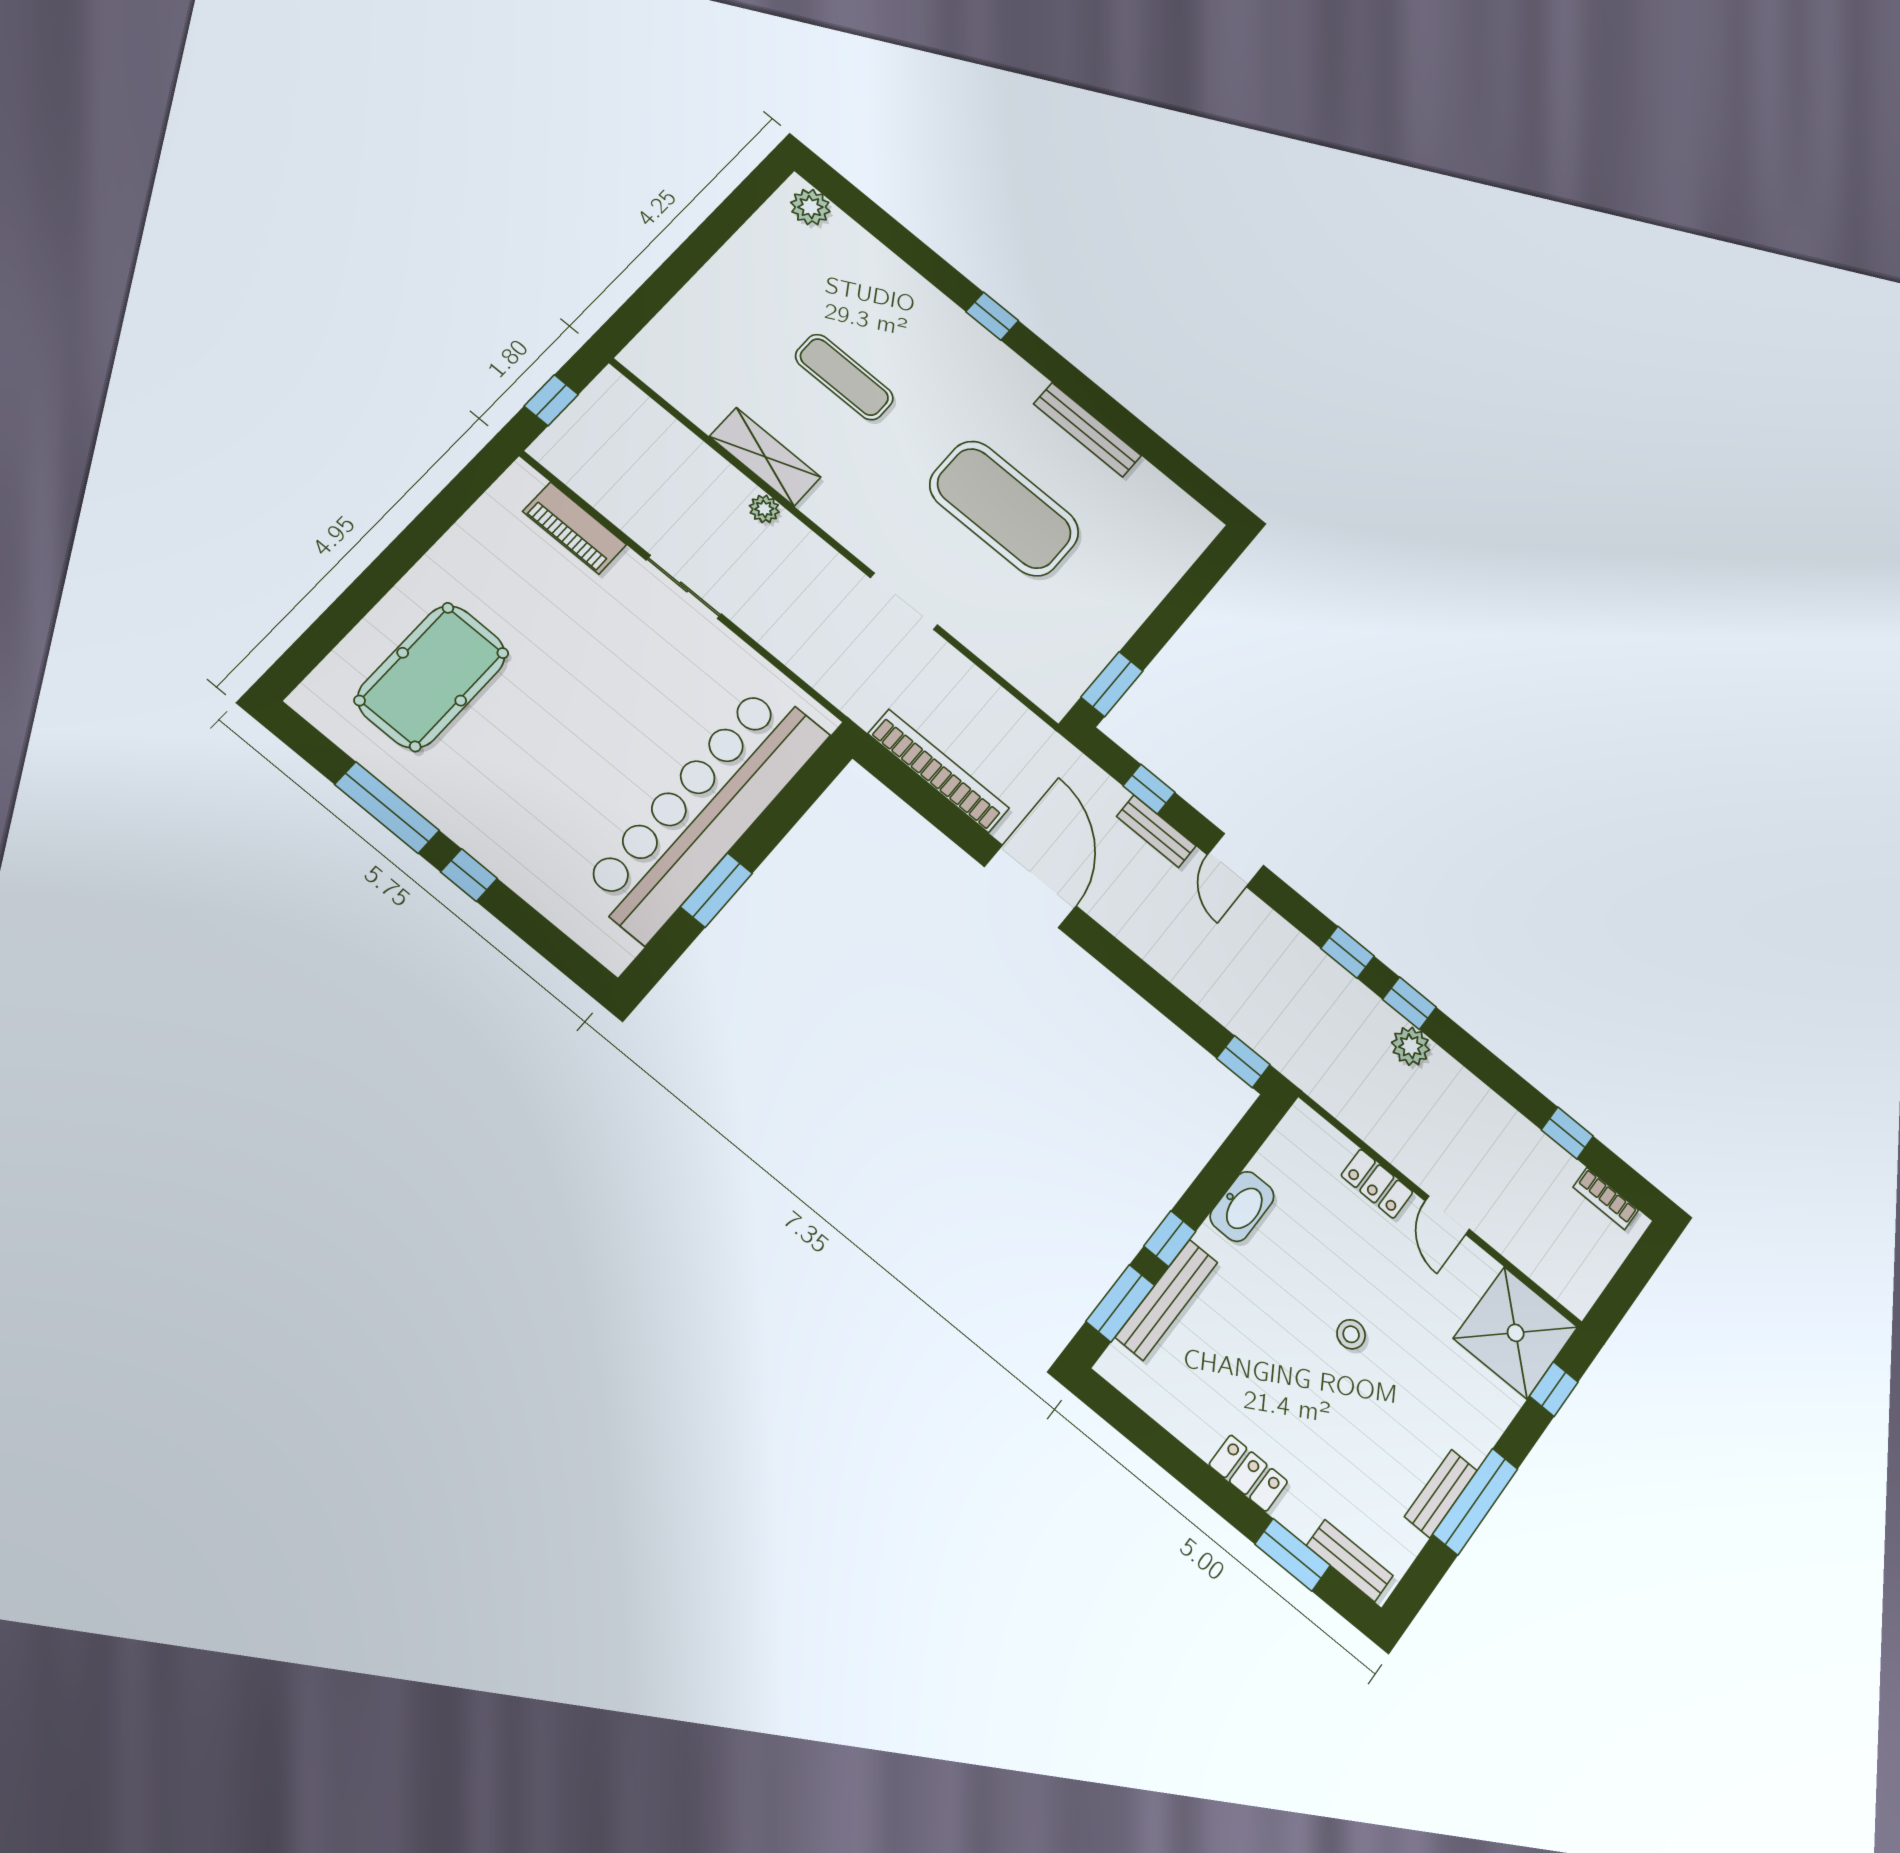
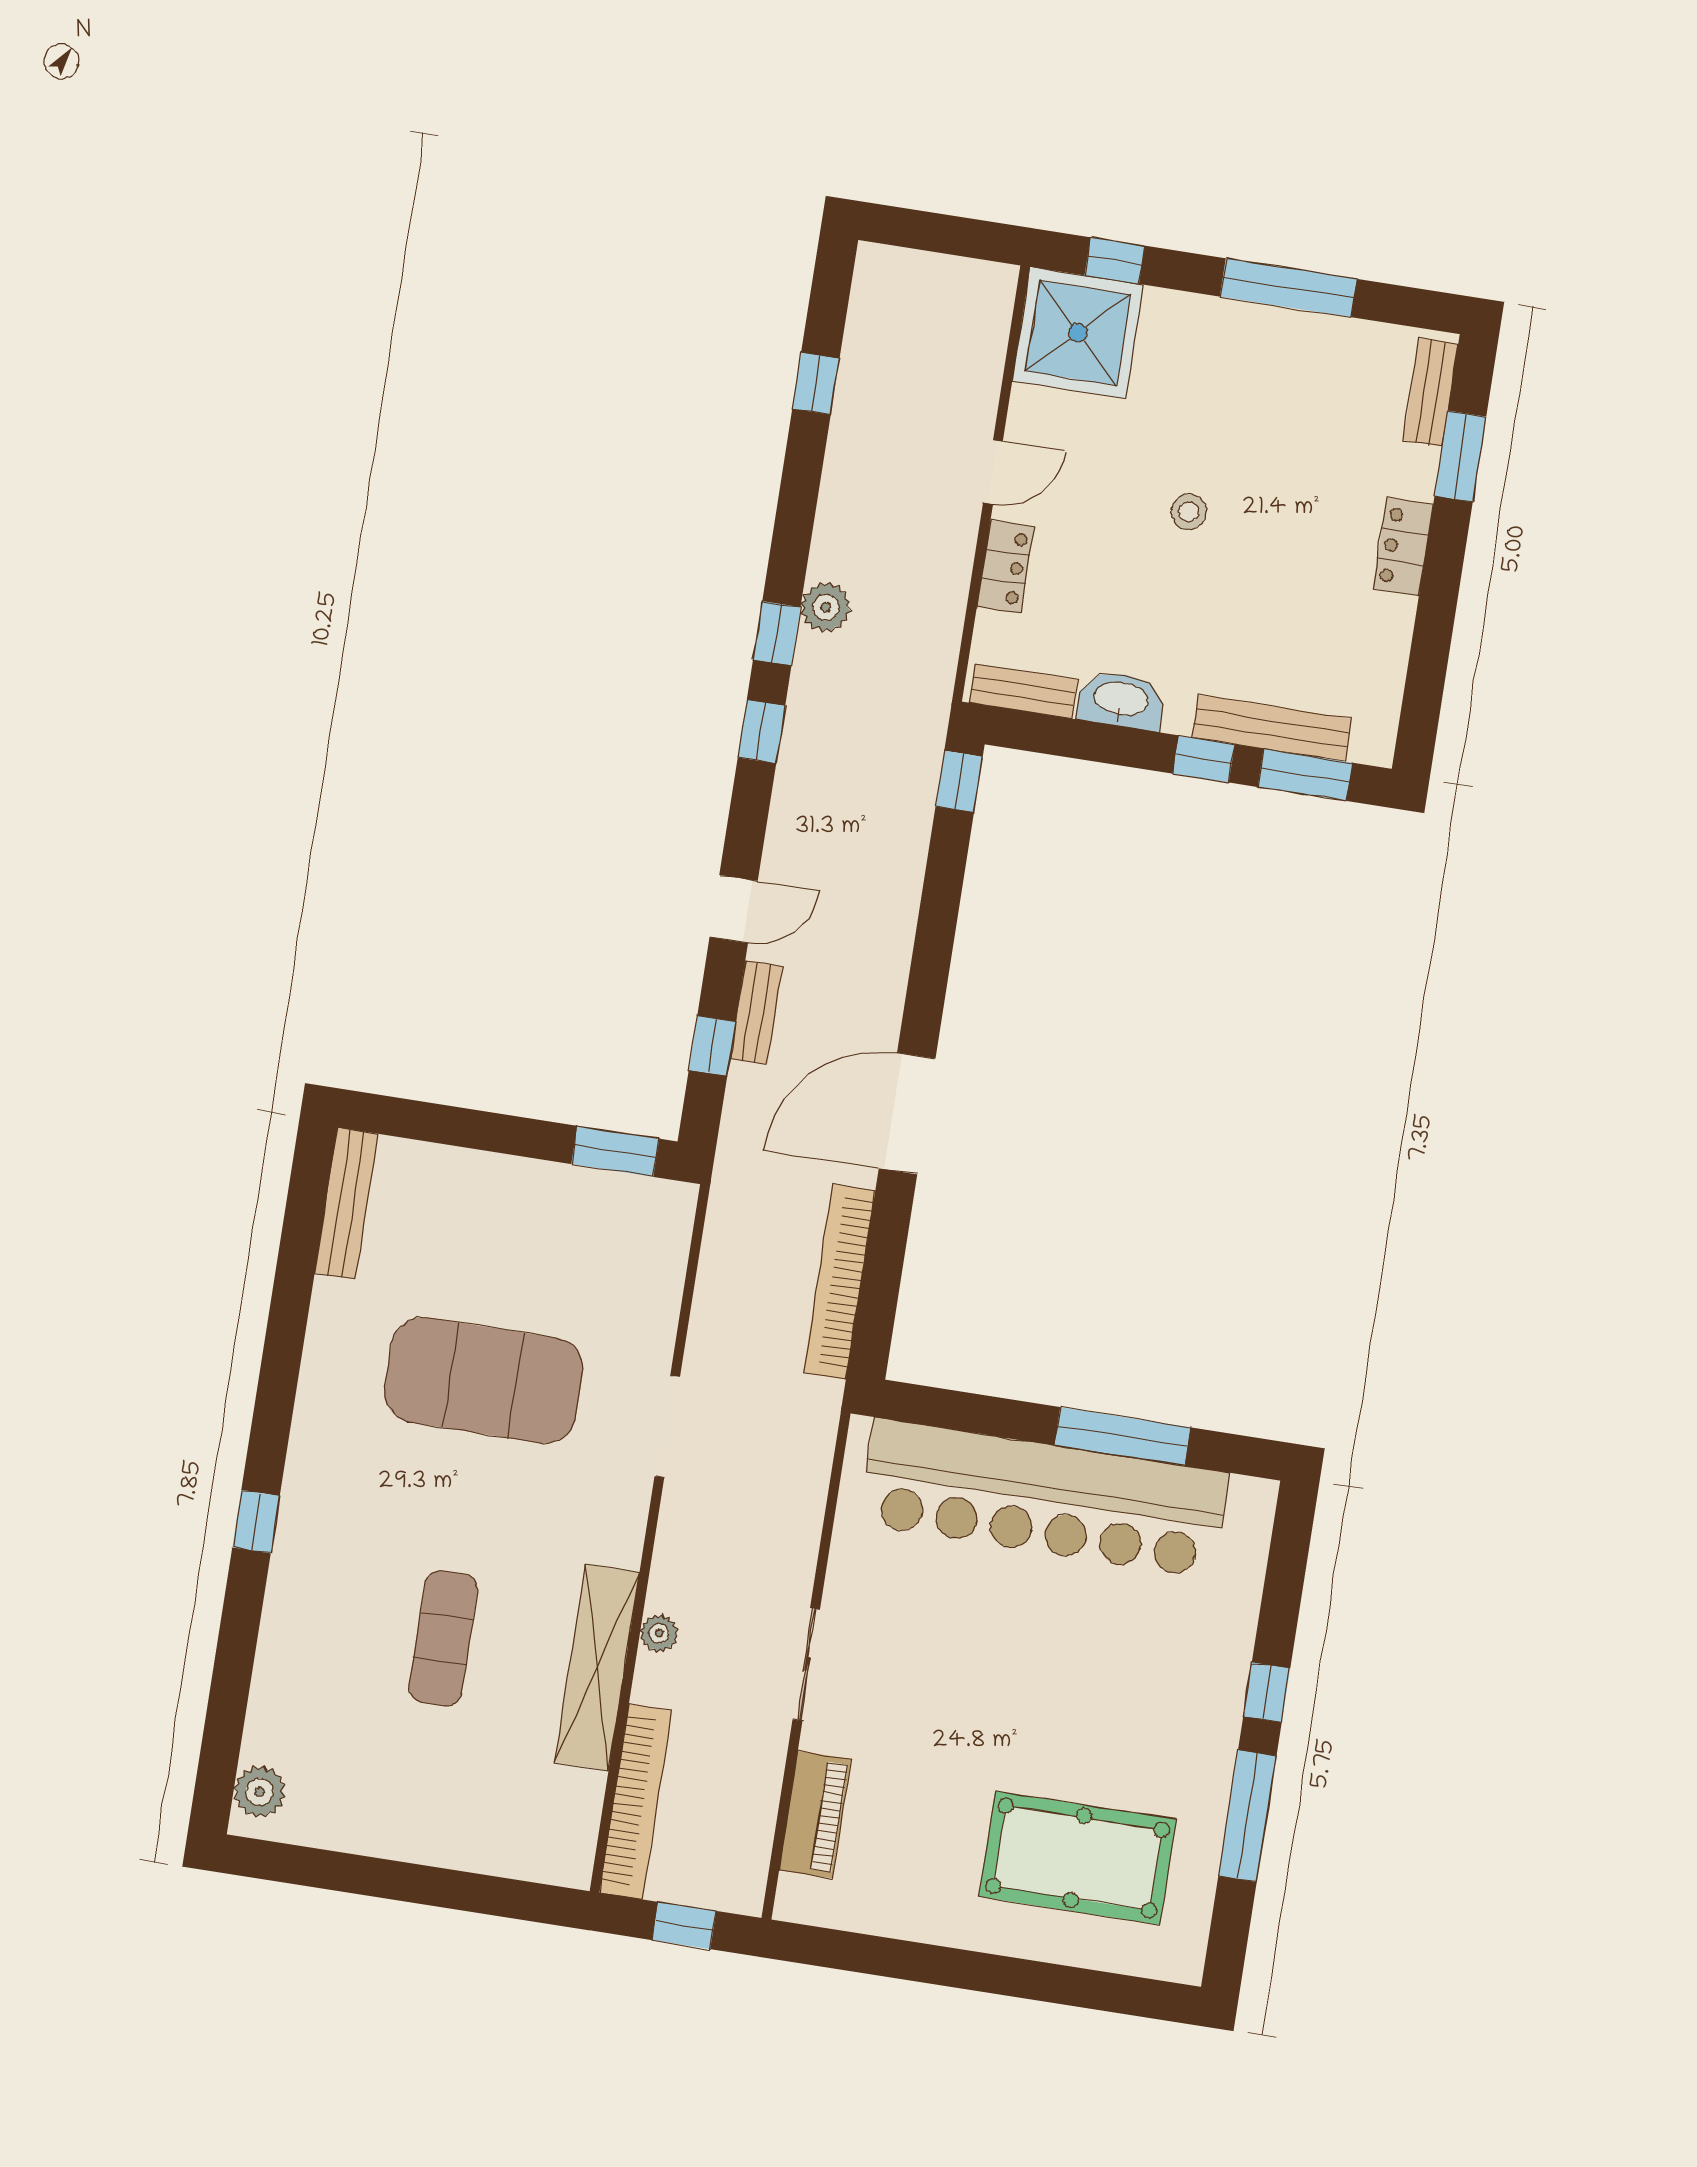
bench: (1087, 430) -> (346, 1203), moved
shelving: (765, 457) -> (597, 1667), width x1.47
exercise mat: (1004, 508) -> (484, 1380), turned 90
window: (716, 890) -> (1123, 1436), width x1.44
bookcase: (1606, 1199) -> (635, 1802), moved, width x2.31, depth x1.31
bench: (1441, 1494) -> (1023, 691), moved

